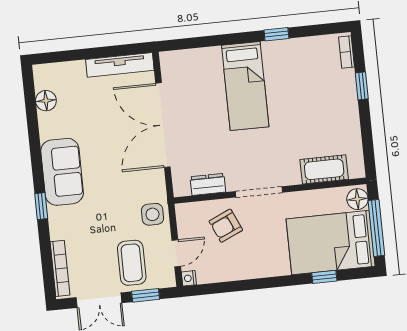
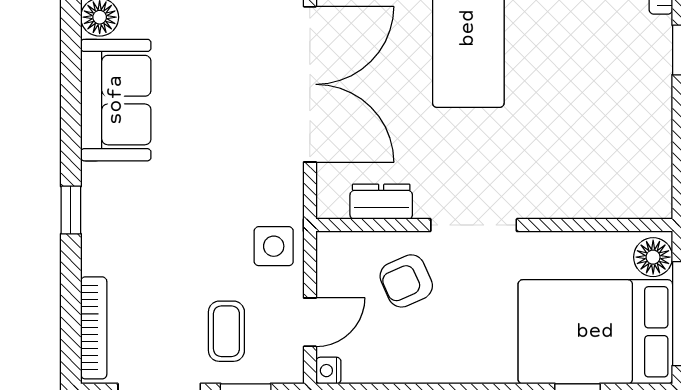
double door: (163, 125) -> (310, 84), swing flipped
cot: (324, 169) -> (597, 196), removed
sofa: (62, 172) -> (116, 100), moved
coffee table: (132, 263) -> (226, 331), width x0.73, depth x0.77

